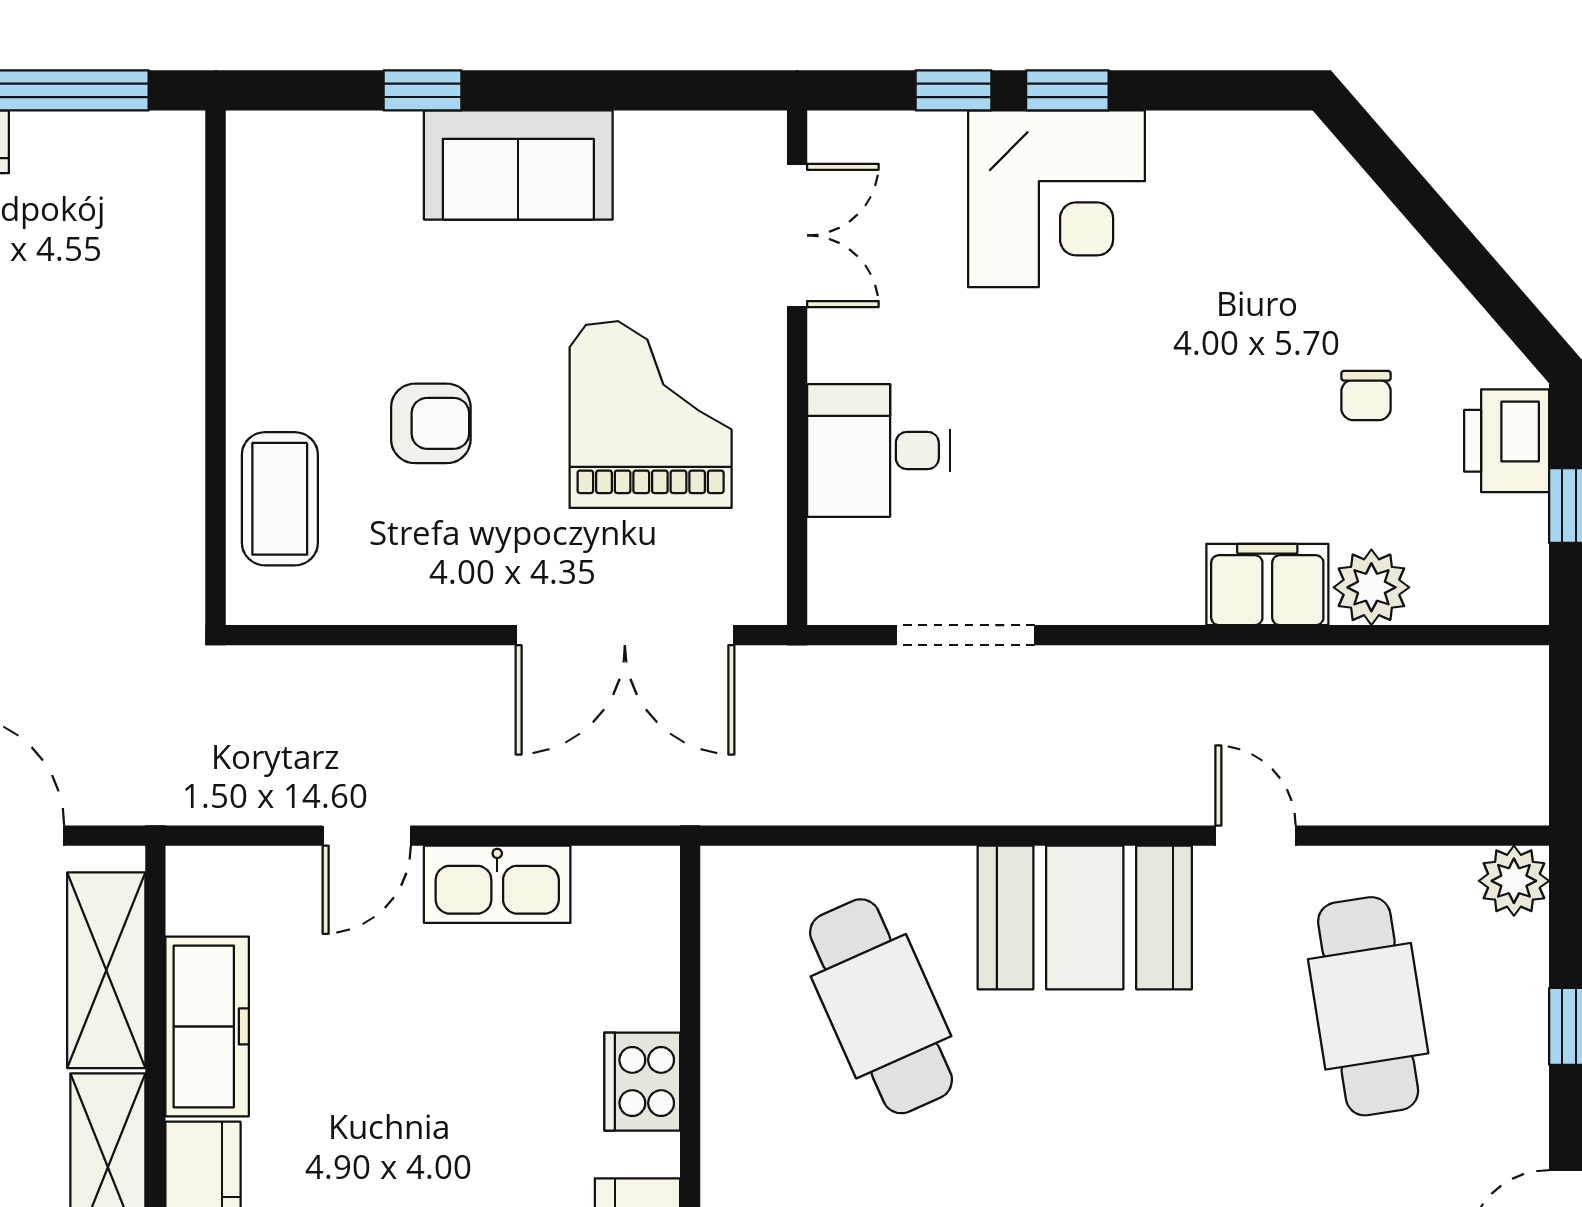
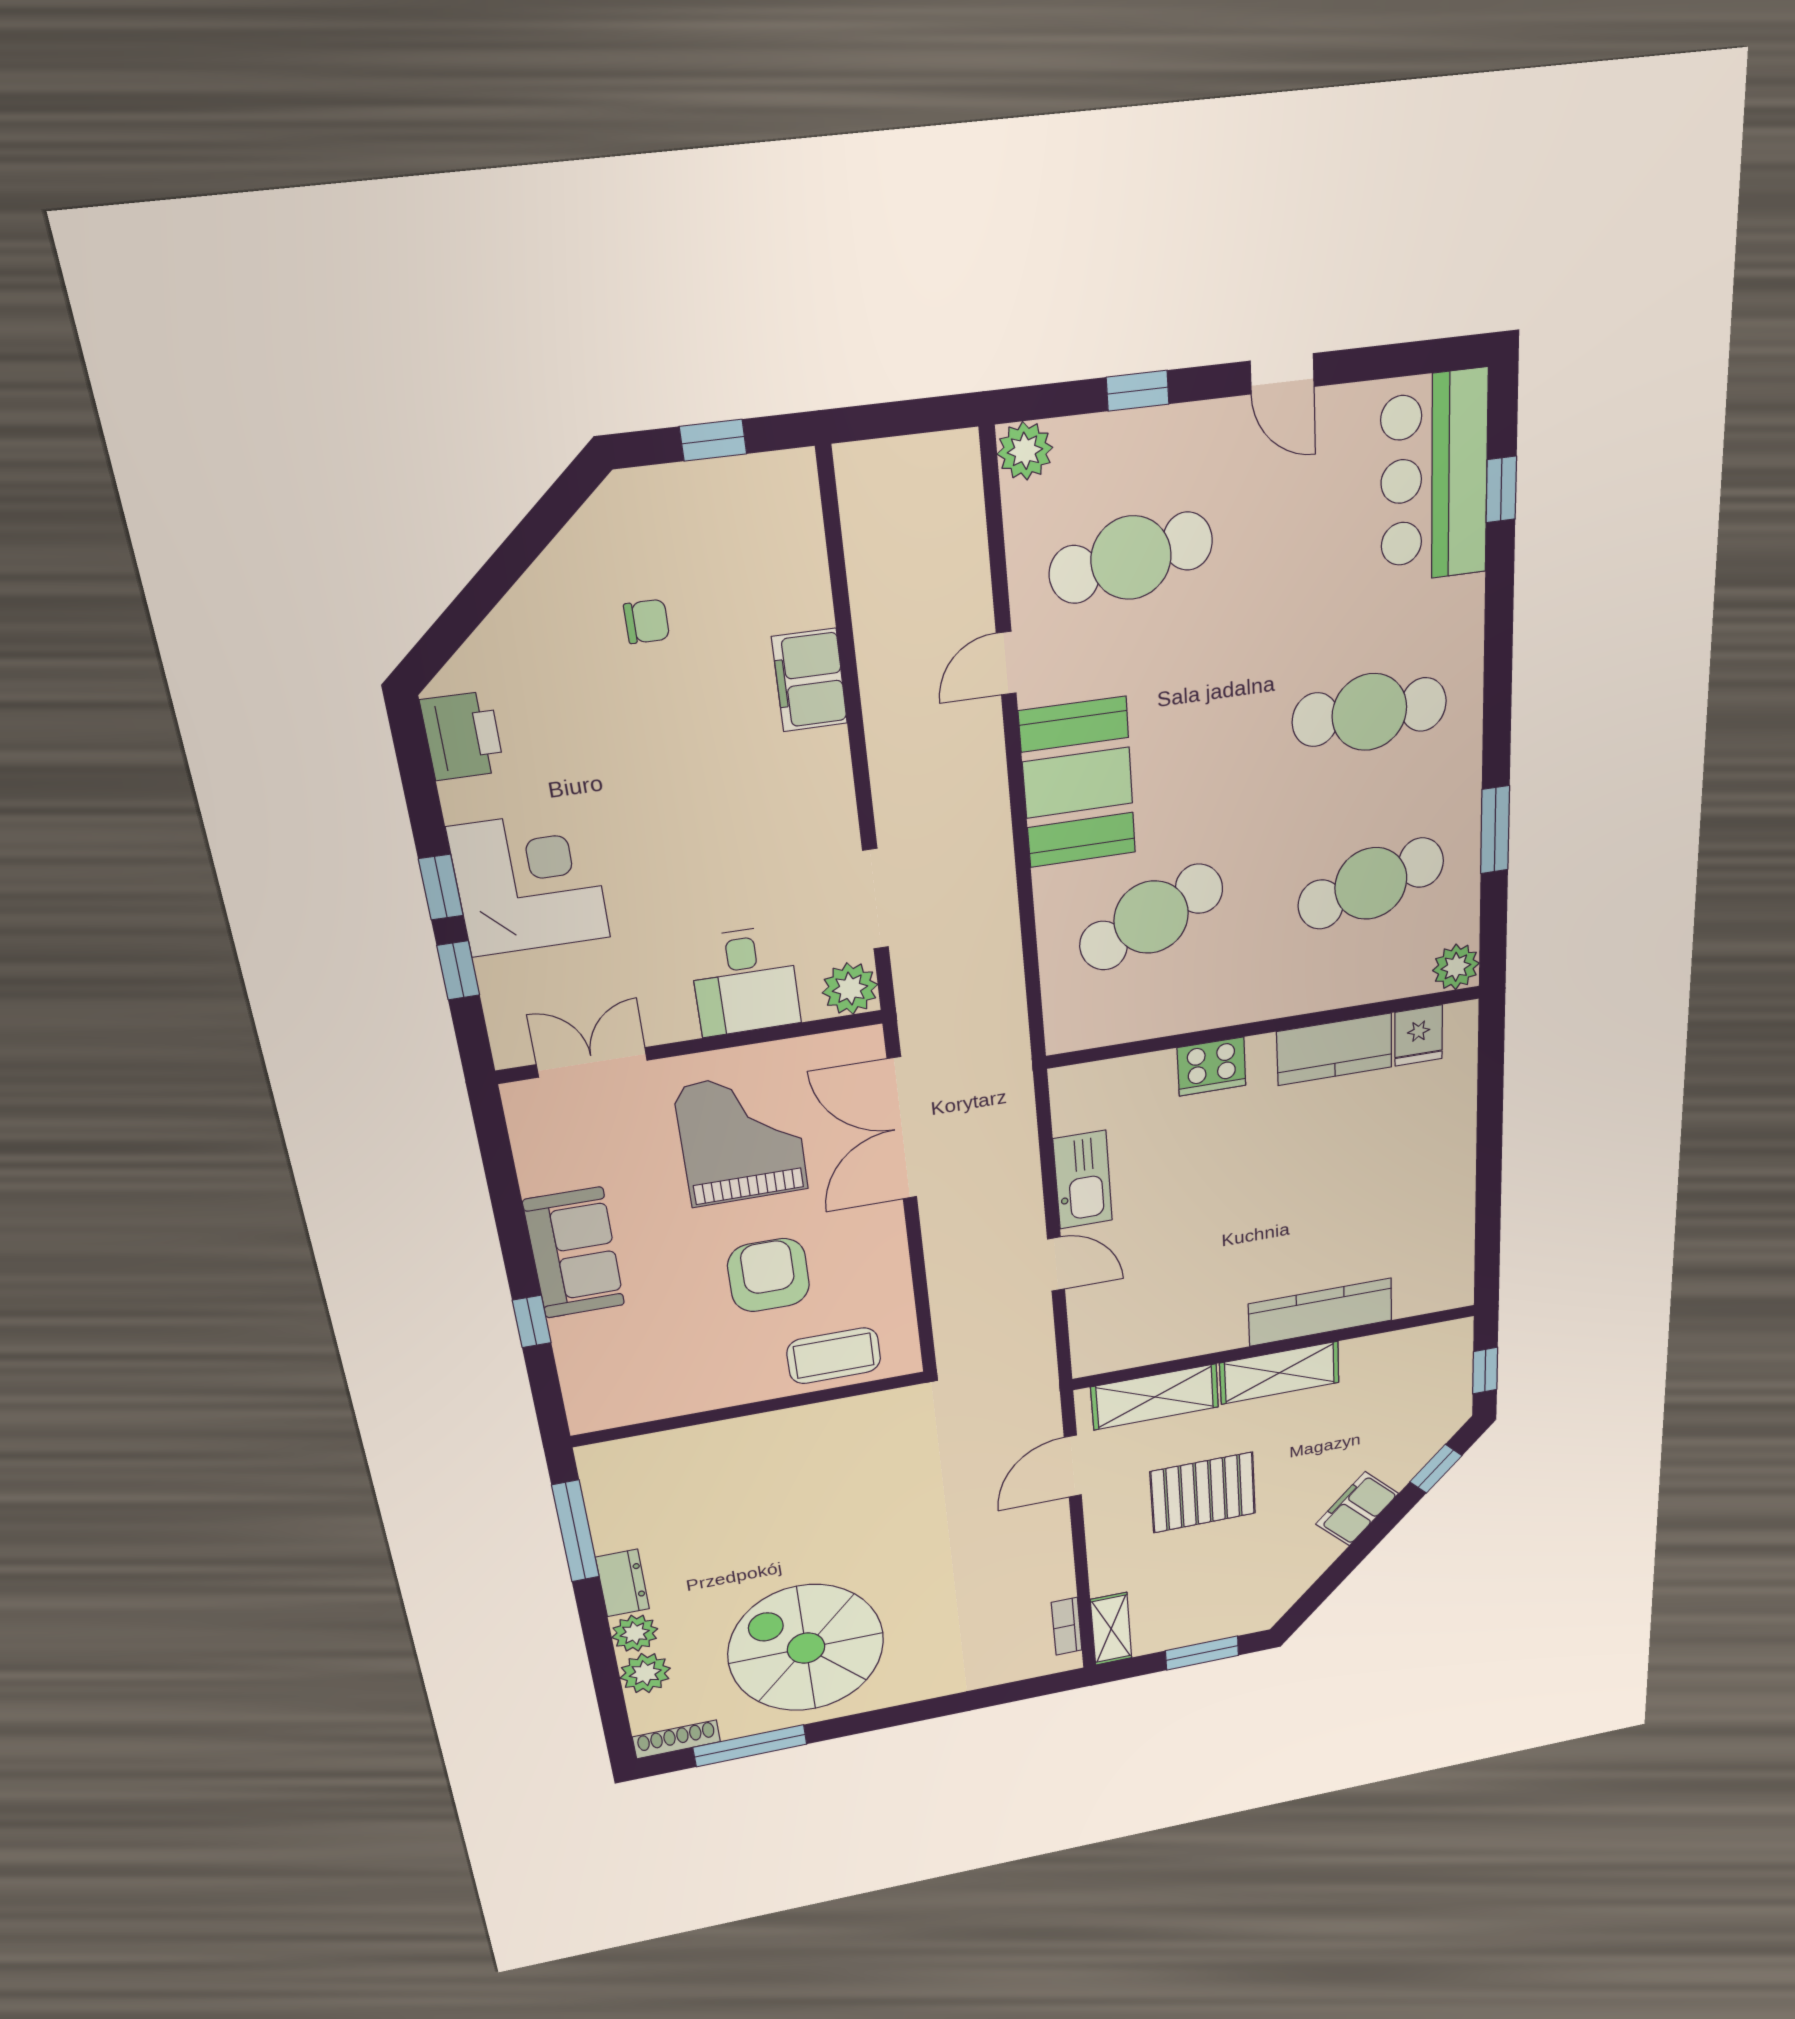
grand piano: (651, 414) -> (741, 1138), turned 90
armchair: (431, 423) -> (769, 1275), width x1.38, depth x1.38
printer: (1507, 441) -> (462, 736), moved, turned -90
plant: (1371, 587) -> (850, 989), moved
double door: (625, 635) -> (902, 1129), swing flipped
freezer: (207, 1026) -> (1188, 1334), removed

